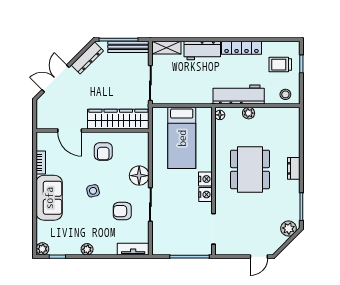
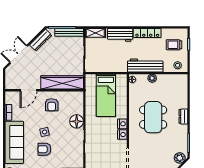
door: (70, 131) -> (28, 90), hinge flipped
sofa: (49, 198) -> (14, 142), width x1.36
armchair: (122, 211) -> (44, 149), moved

